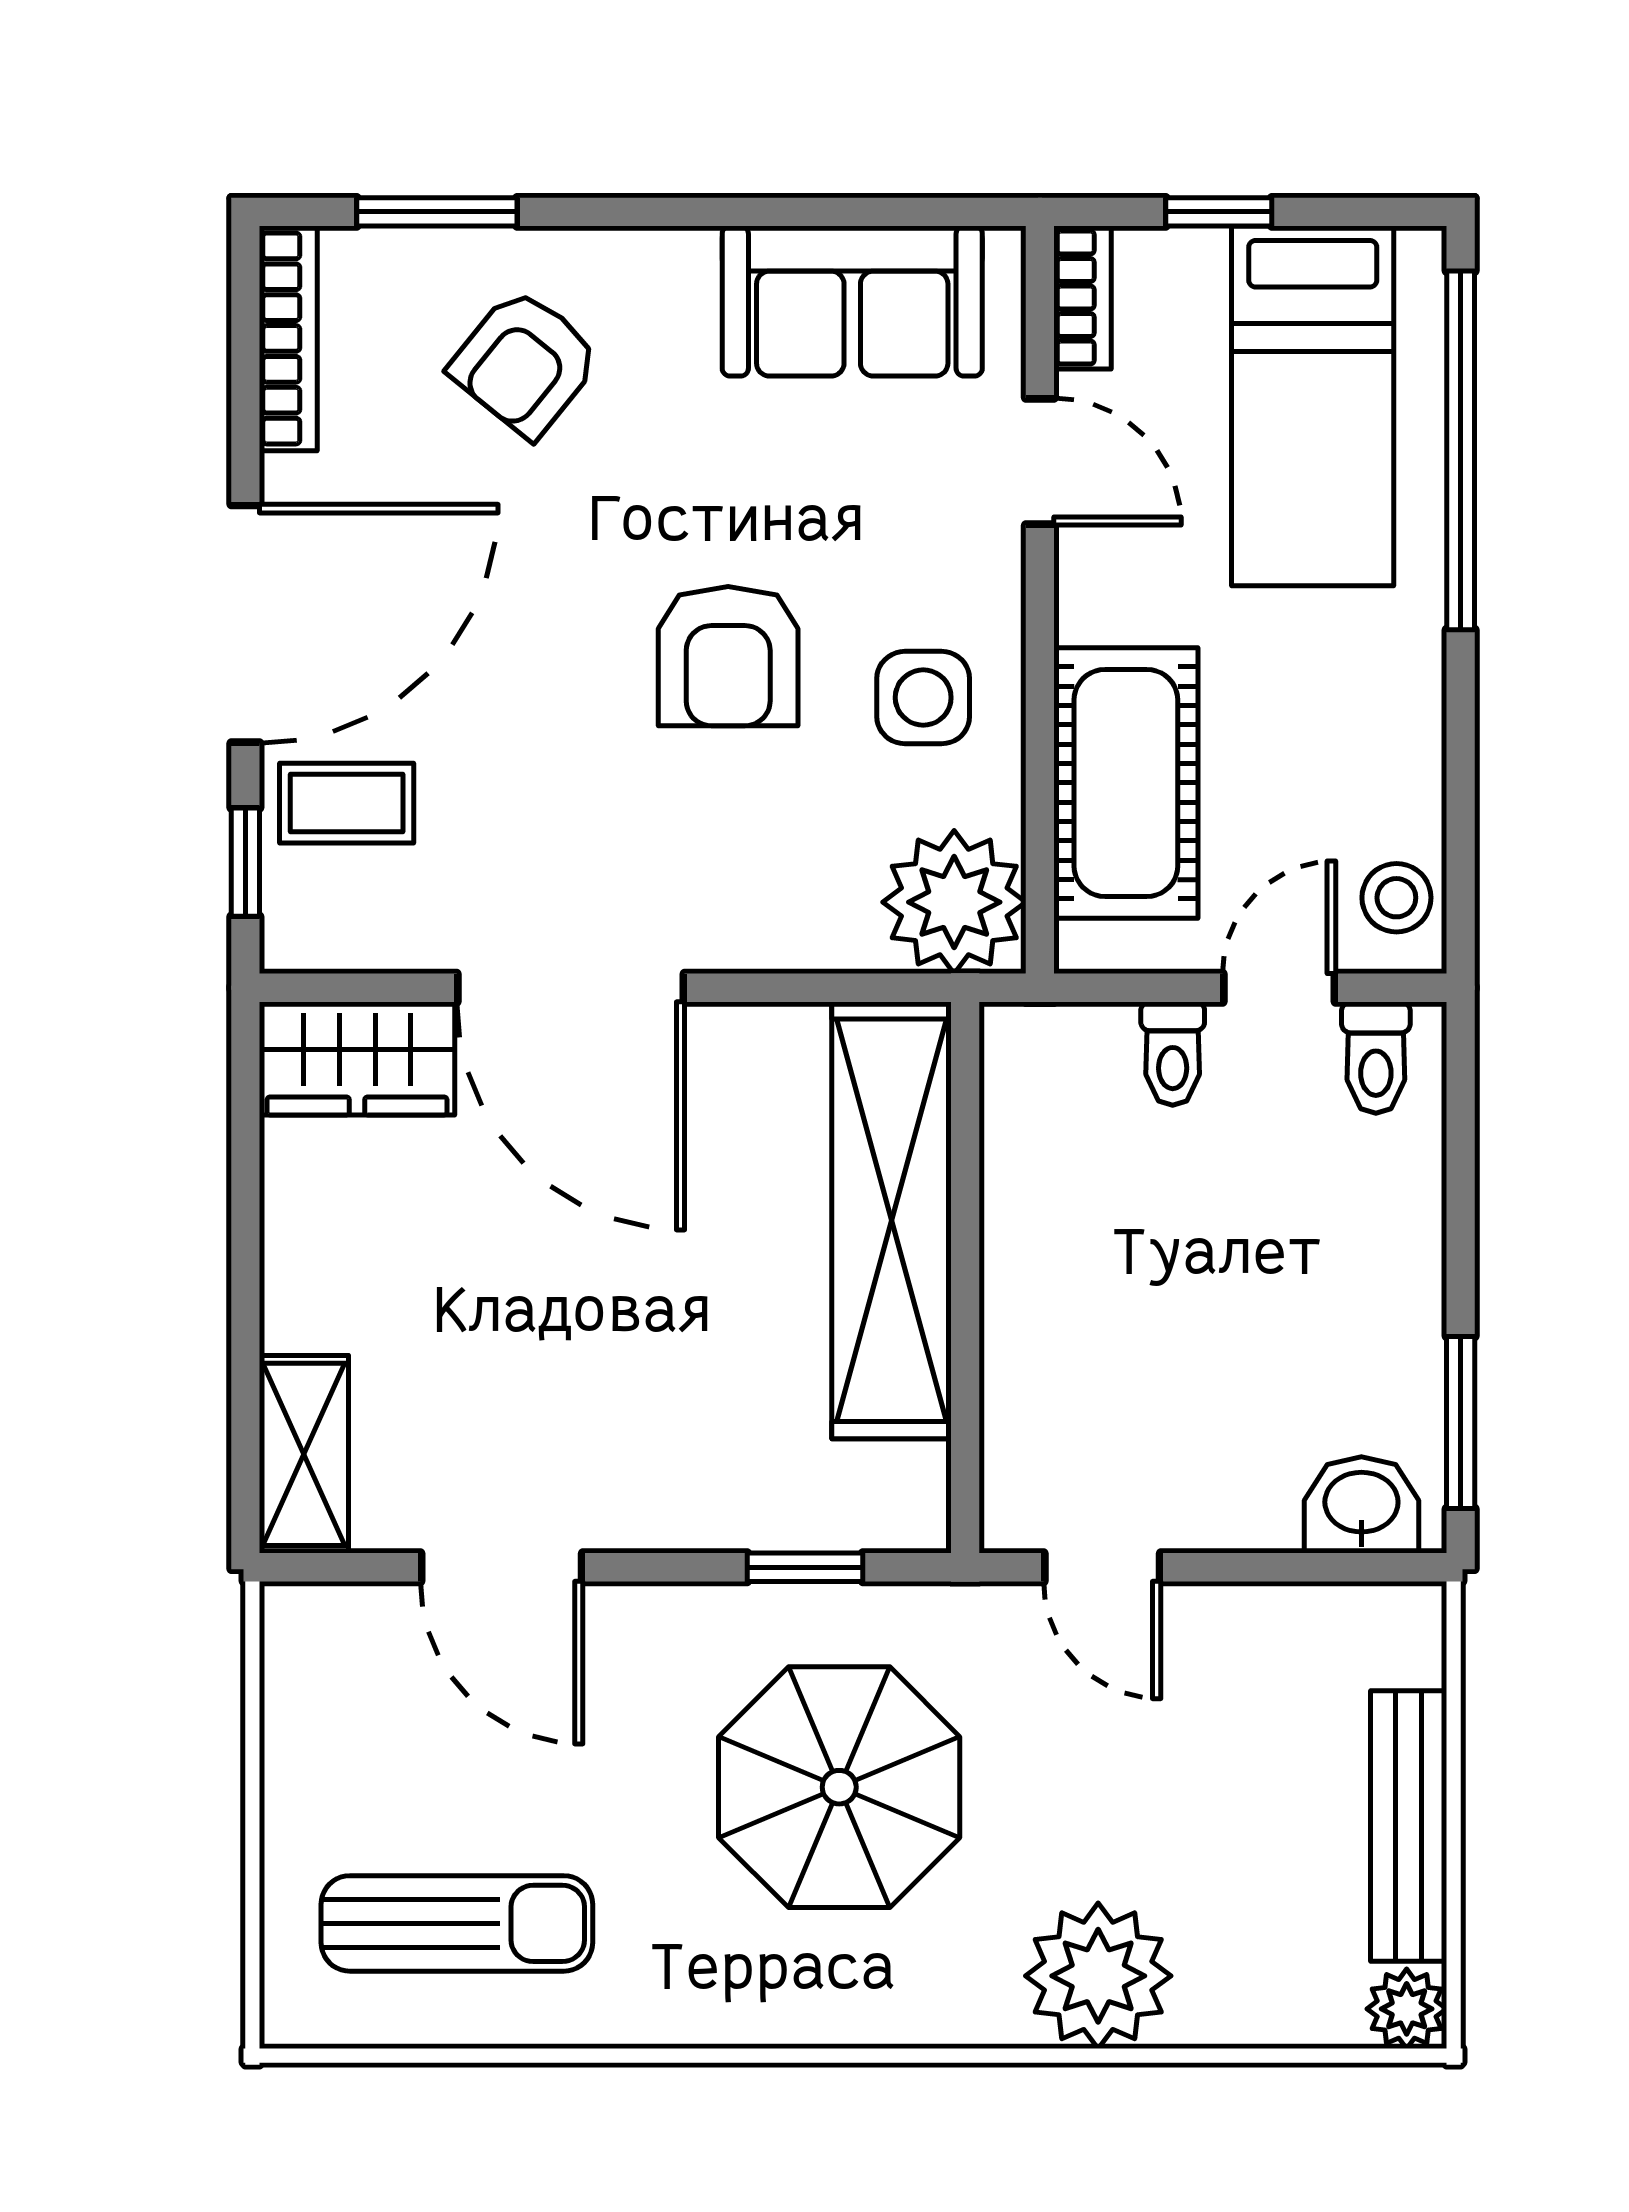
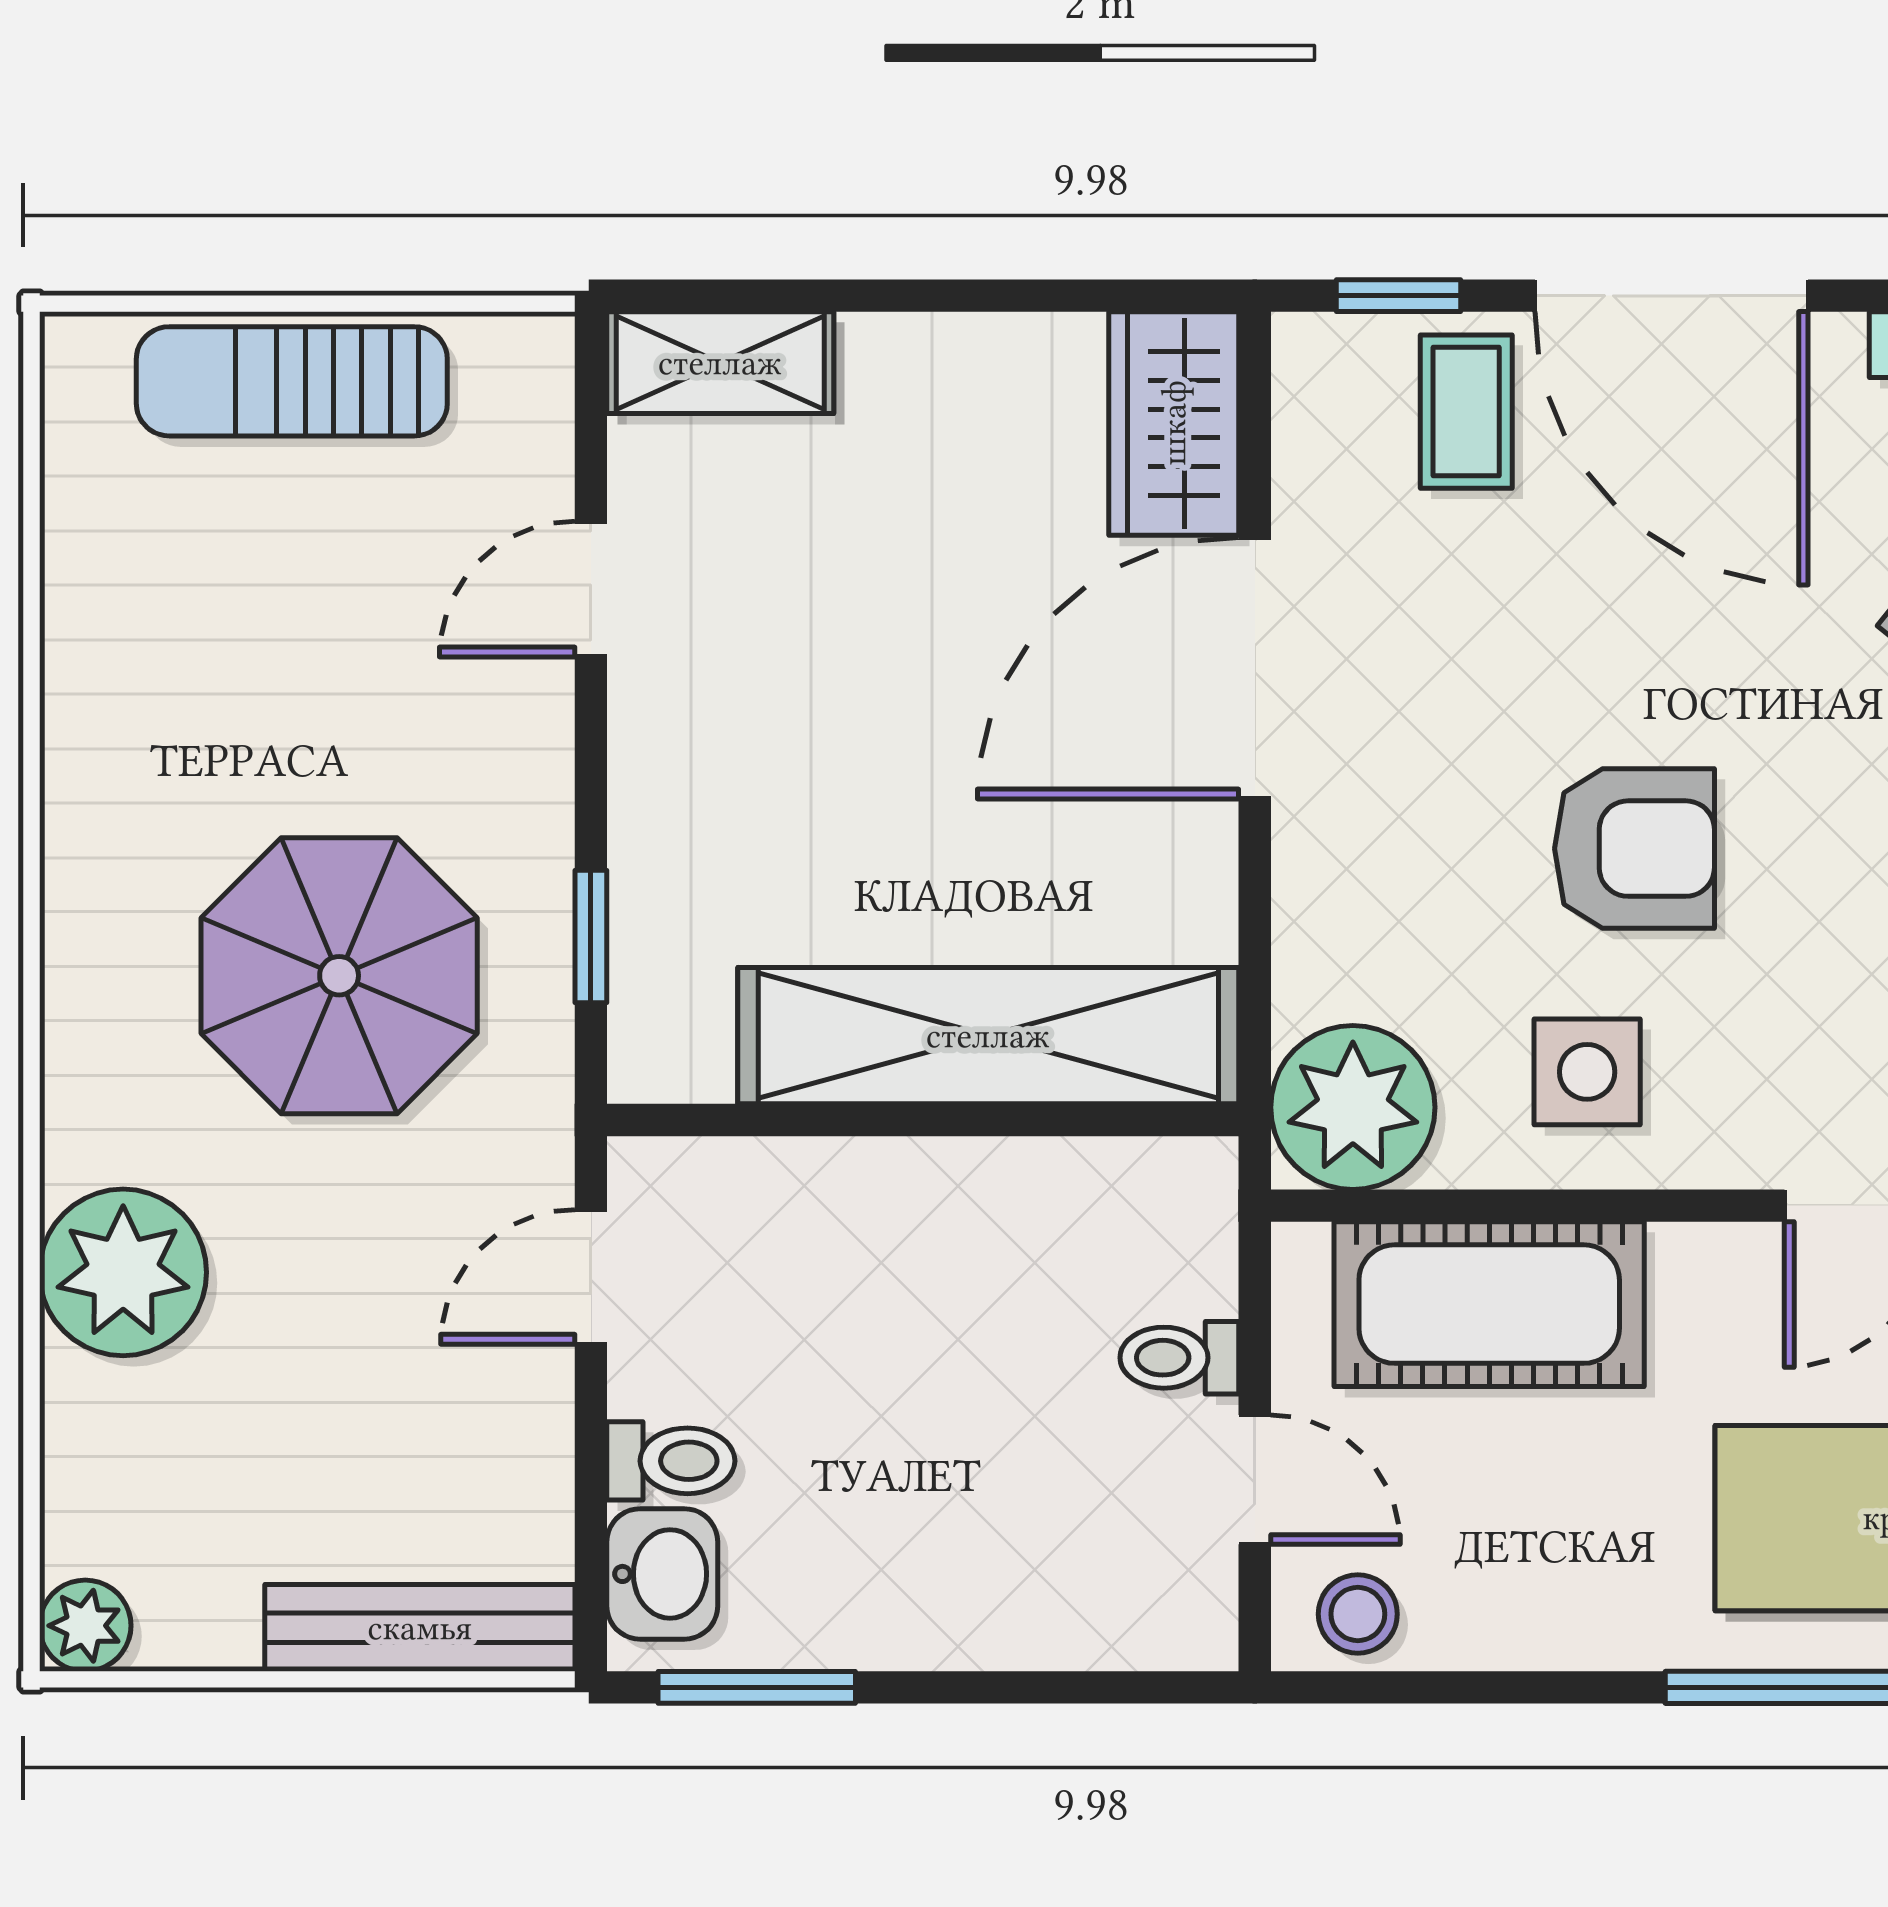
armchair: (728, 656) -> (1634, 849), turned 180
toilet: (1376, 1058) -> (671, 1461), moved, turned 180
door: (502, 1567) -> (591, 589), width x0.73
bench: (1409, 1826) -> (420, 1628), moved
sun lounger: (457, 1923) -> (292, 381), moved, turned 90

